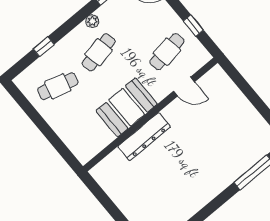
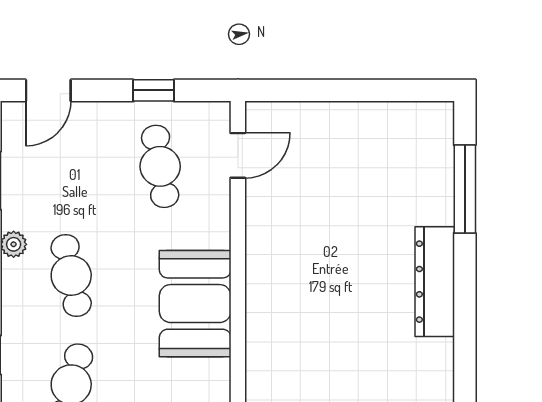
door: (184, 87) -> (238, 155), moved
dresser: (144, 137) -> (435, 282), moved, turned 180

